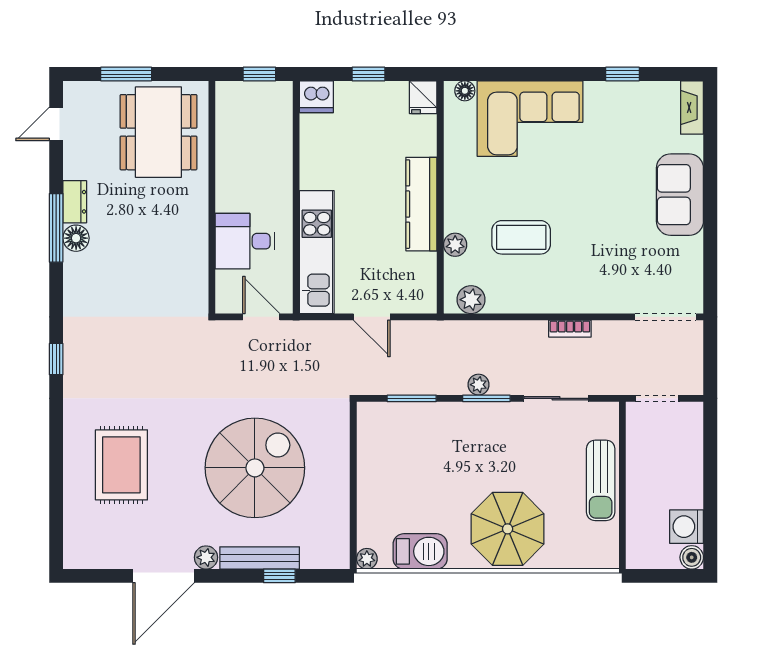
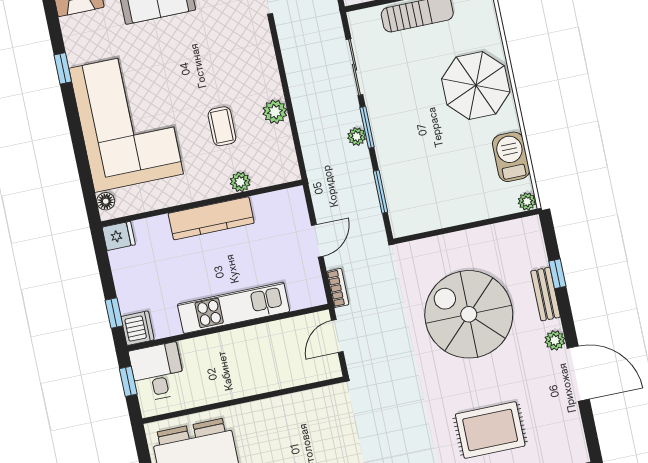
window: (368, 74) -> (114, 313), moved
corner sofa: (530, 119) -> (126, 121), width x1.36, depth x1.36
coffee table: (521, 237) -> (222, 126), width x0.73, depth x0.77
desk: (245, 241) -> (157, 372), moved, turned 180
kitchen unit: (317, 252) -> (234, 308), moved
plant: (471, 300) -> (275, 112), moved
bookcase: (570, 329) -> (338, 288), moved
bench: (260, 558) -> (546, 294), width x0.73

